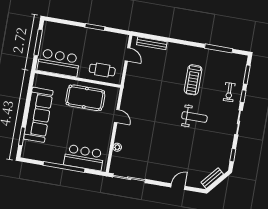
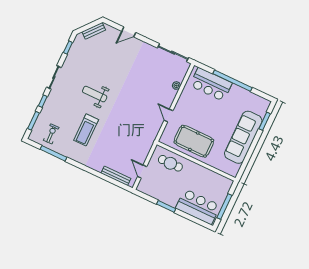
bar counter: (59, 63) -> (198, 207), moved, turned 180
treadmill: (193, 80) -> (86, 130), turned 180
exercise bike: (229, 92) -> (51, 134), moved

